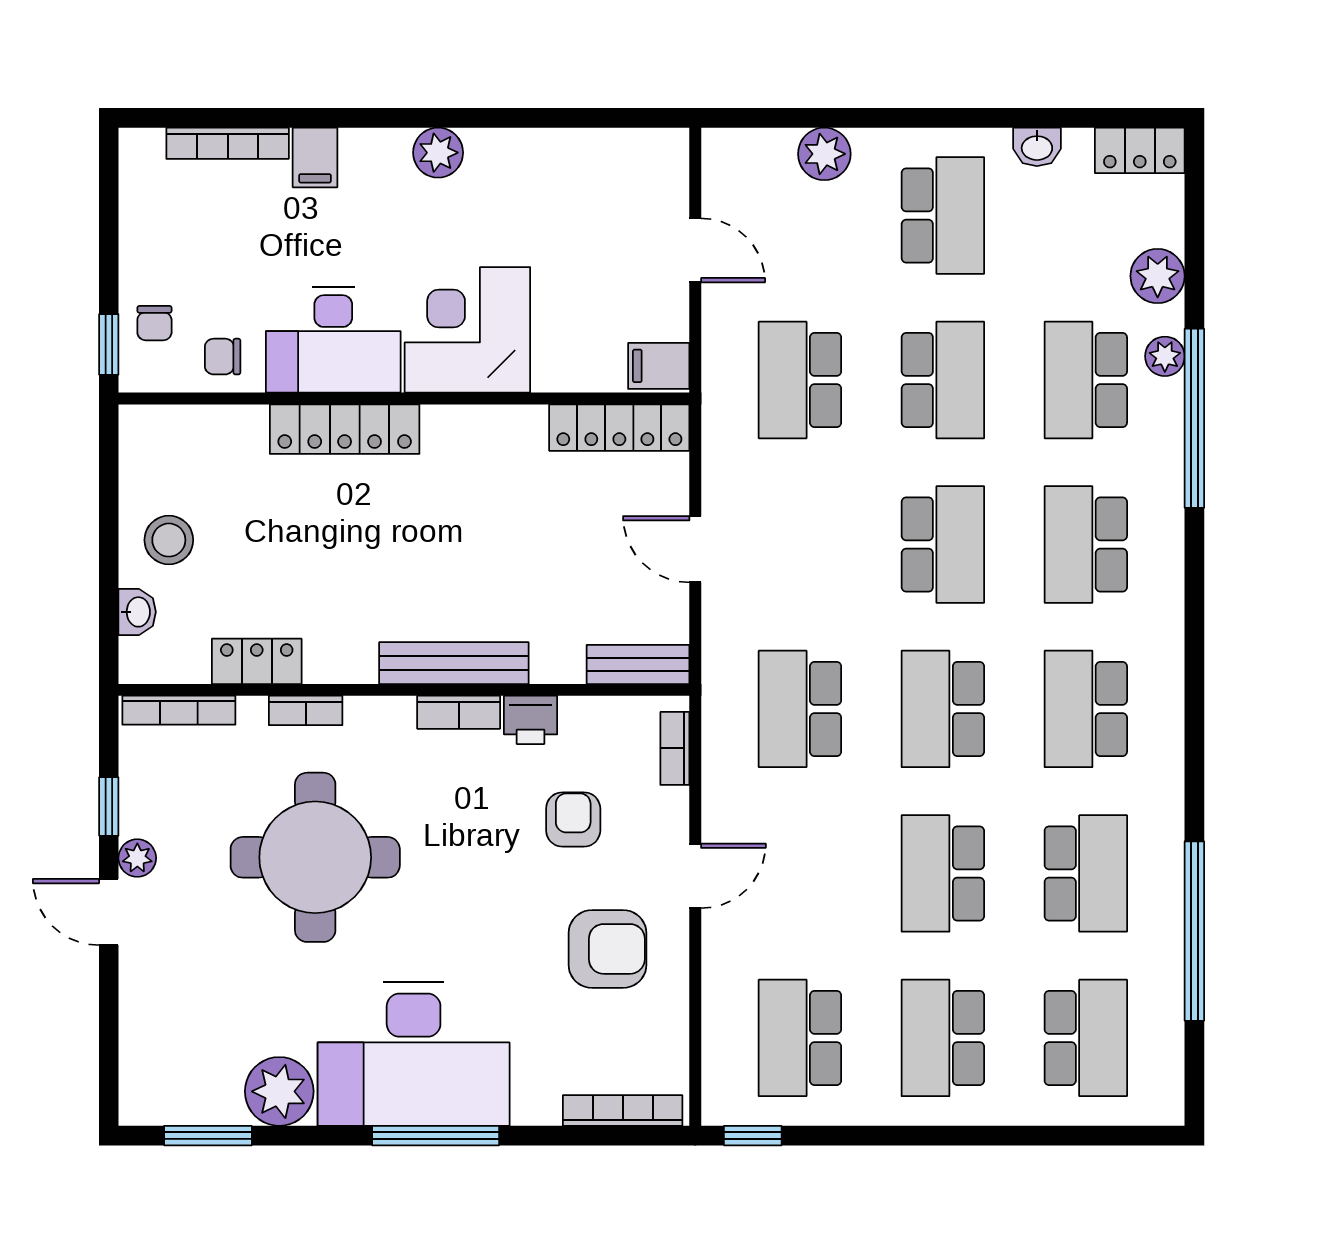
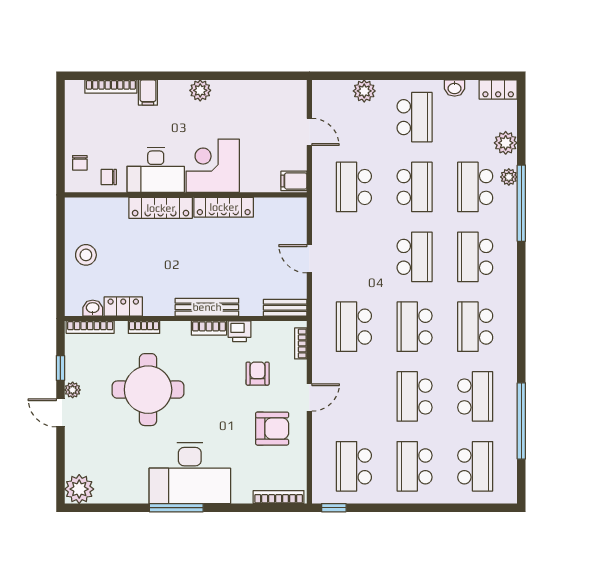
window: (109, 344) -> (60, 172), removed
locker: (619, 428) -> (224, 207), moved
washbasin: (137, 612) -> (93, 308), moved, turned -90
plant: (279, 1091) -> (79, 489), moved
window: (208, 1136) -> (103, 508), removed
window: (436, 1136) -> (176, 508), moved

